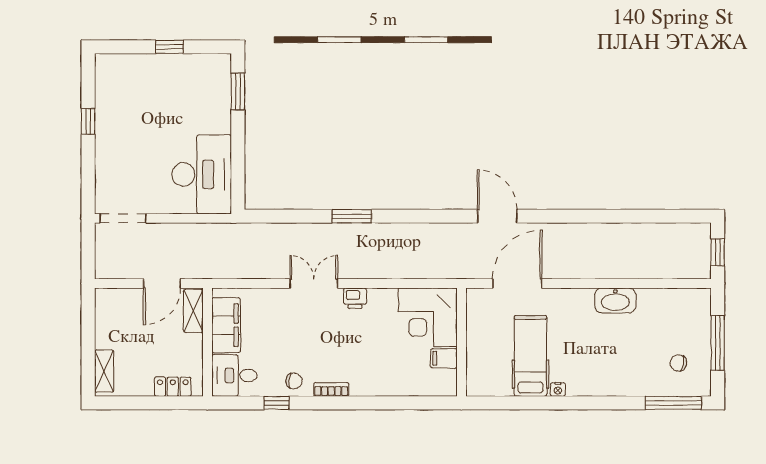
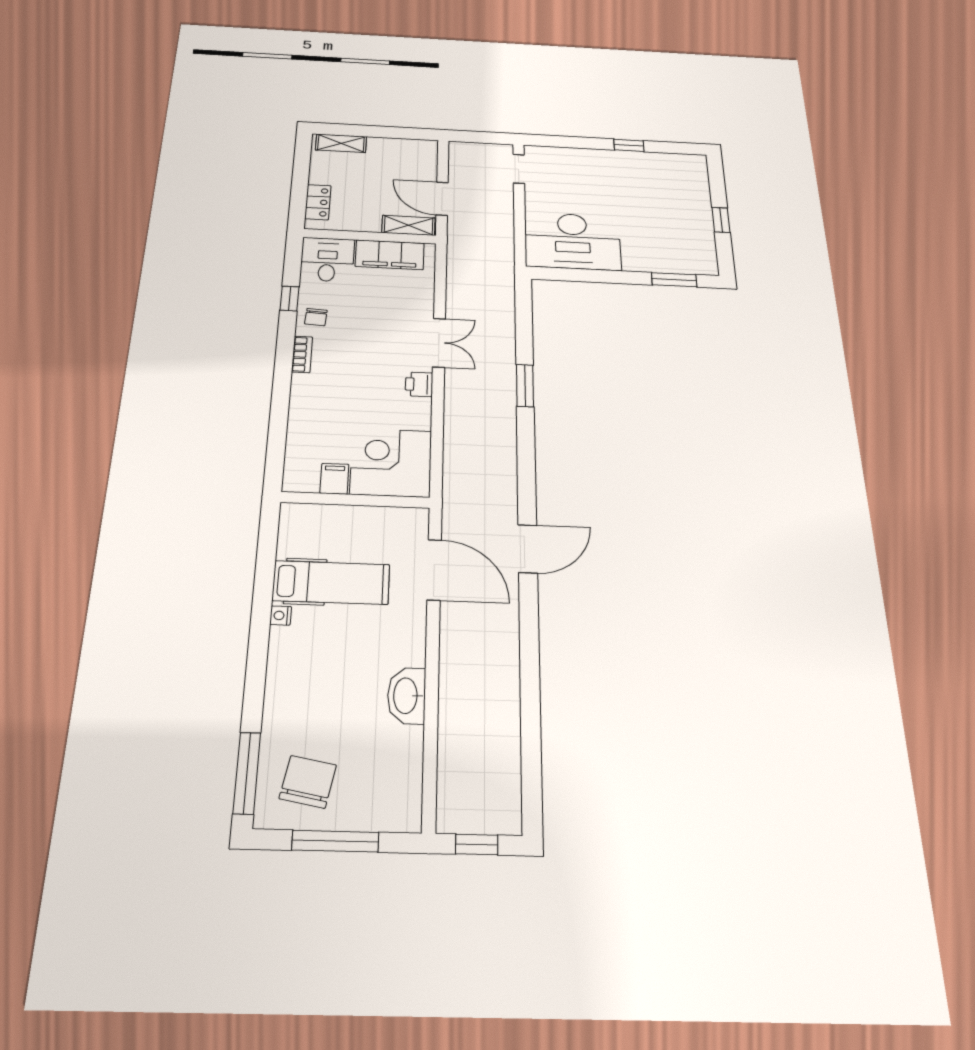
doorway: (123, 218) -> (519, 169), width x0.73
chair: (678, 363) -> (308, 782), width x1.87, depth x1.87

